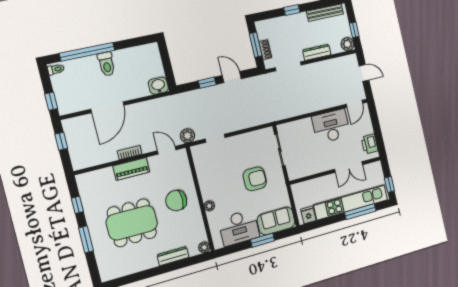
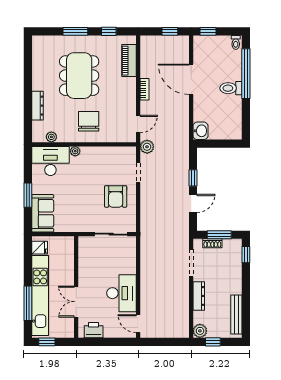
window: (292, 10) -> (246, 255), moved
door: (364, 73) -> (167, 342), removed
piano: (131, 169) -> (129, 61), moved
armchair: (255, 179) -> (116, 196), moved
desk: (239, 228) -> (50, 161), moved, turned 90
plant: (204, 247) -> (51, 137), moved

